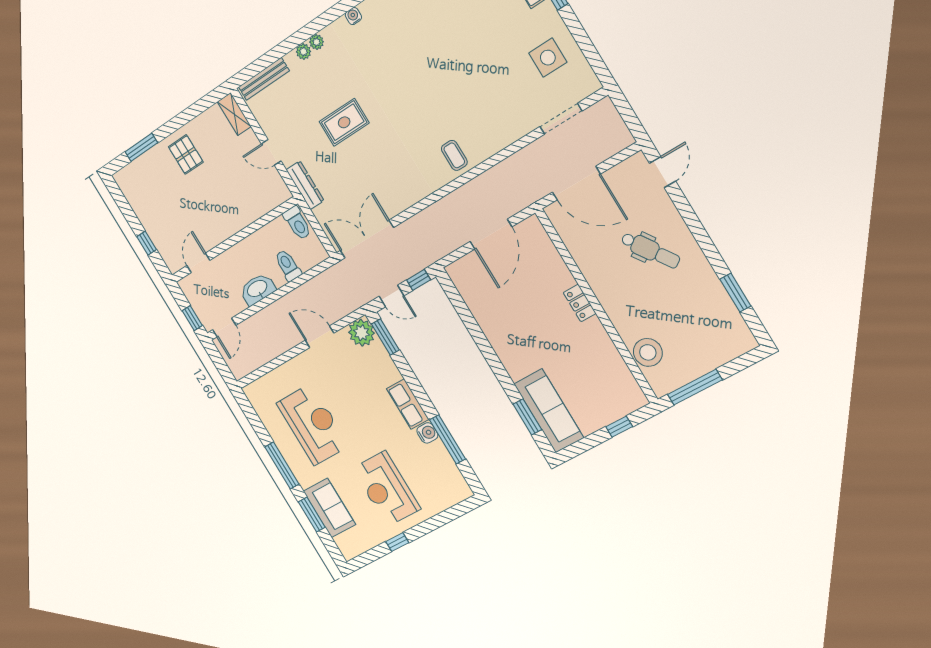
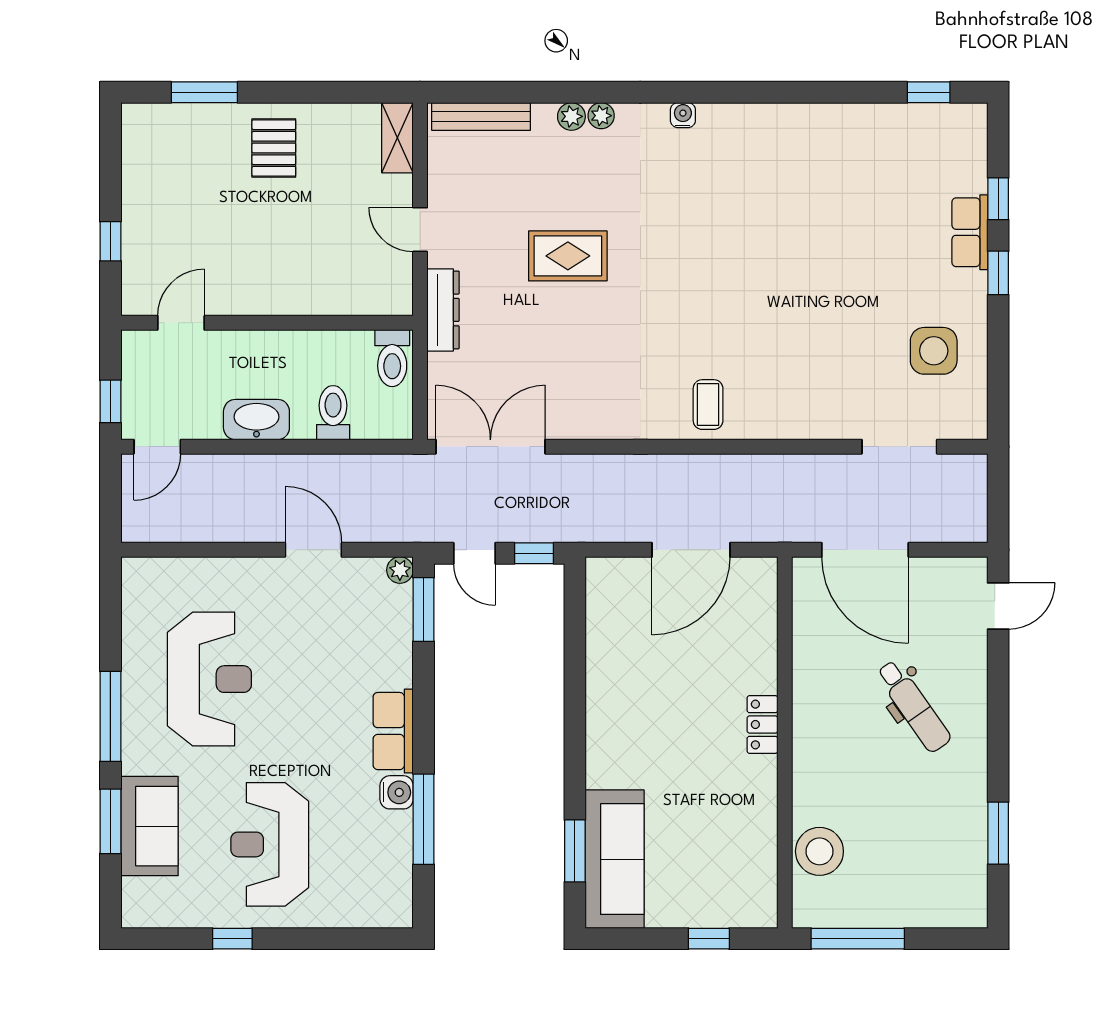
plant: (362, 333) -> (400, 570), width x0.53, depth x0.53

